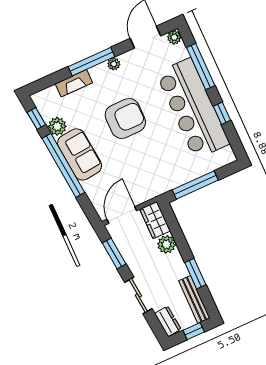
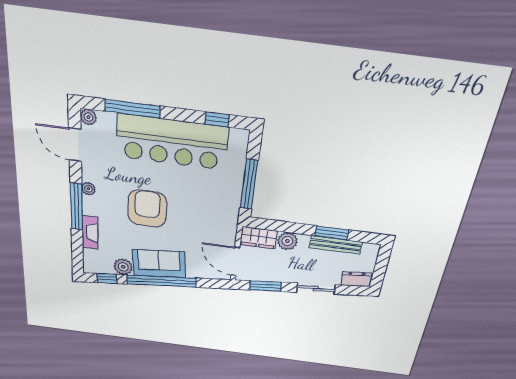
window: (222, 113) -> (217, 119), moved
bench: (194, 299) -> (336, 245), moved
window: (194, 331) -> (382, 264), removed

